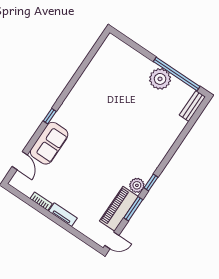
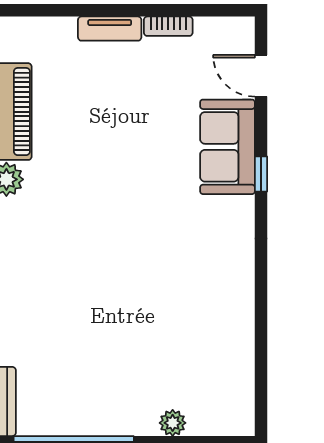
plant: (160, 79) -> (173, 423), moved, width x0.53, depth x0.53
window: (50, 116) -> (261, 174), moved

